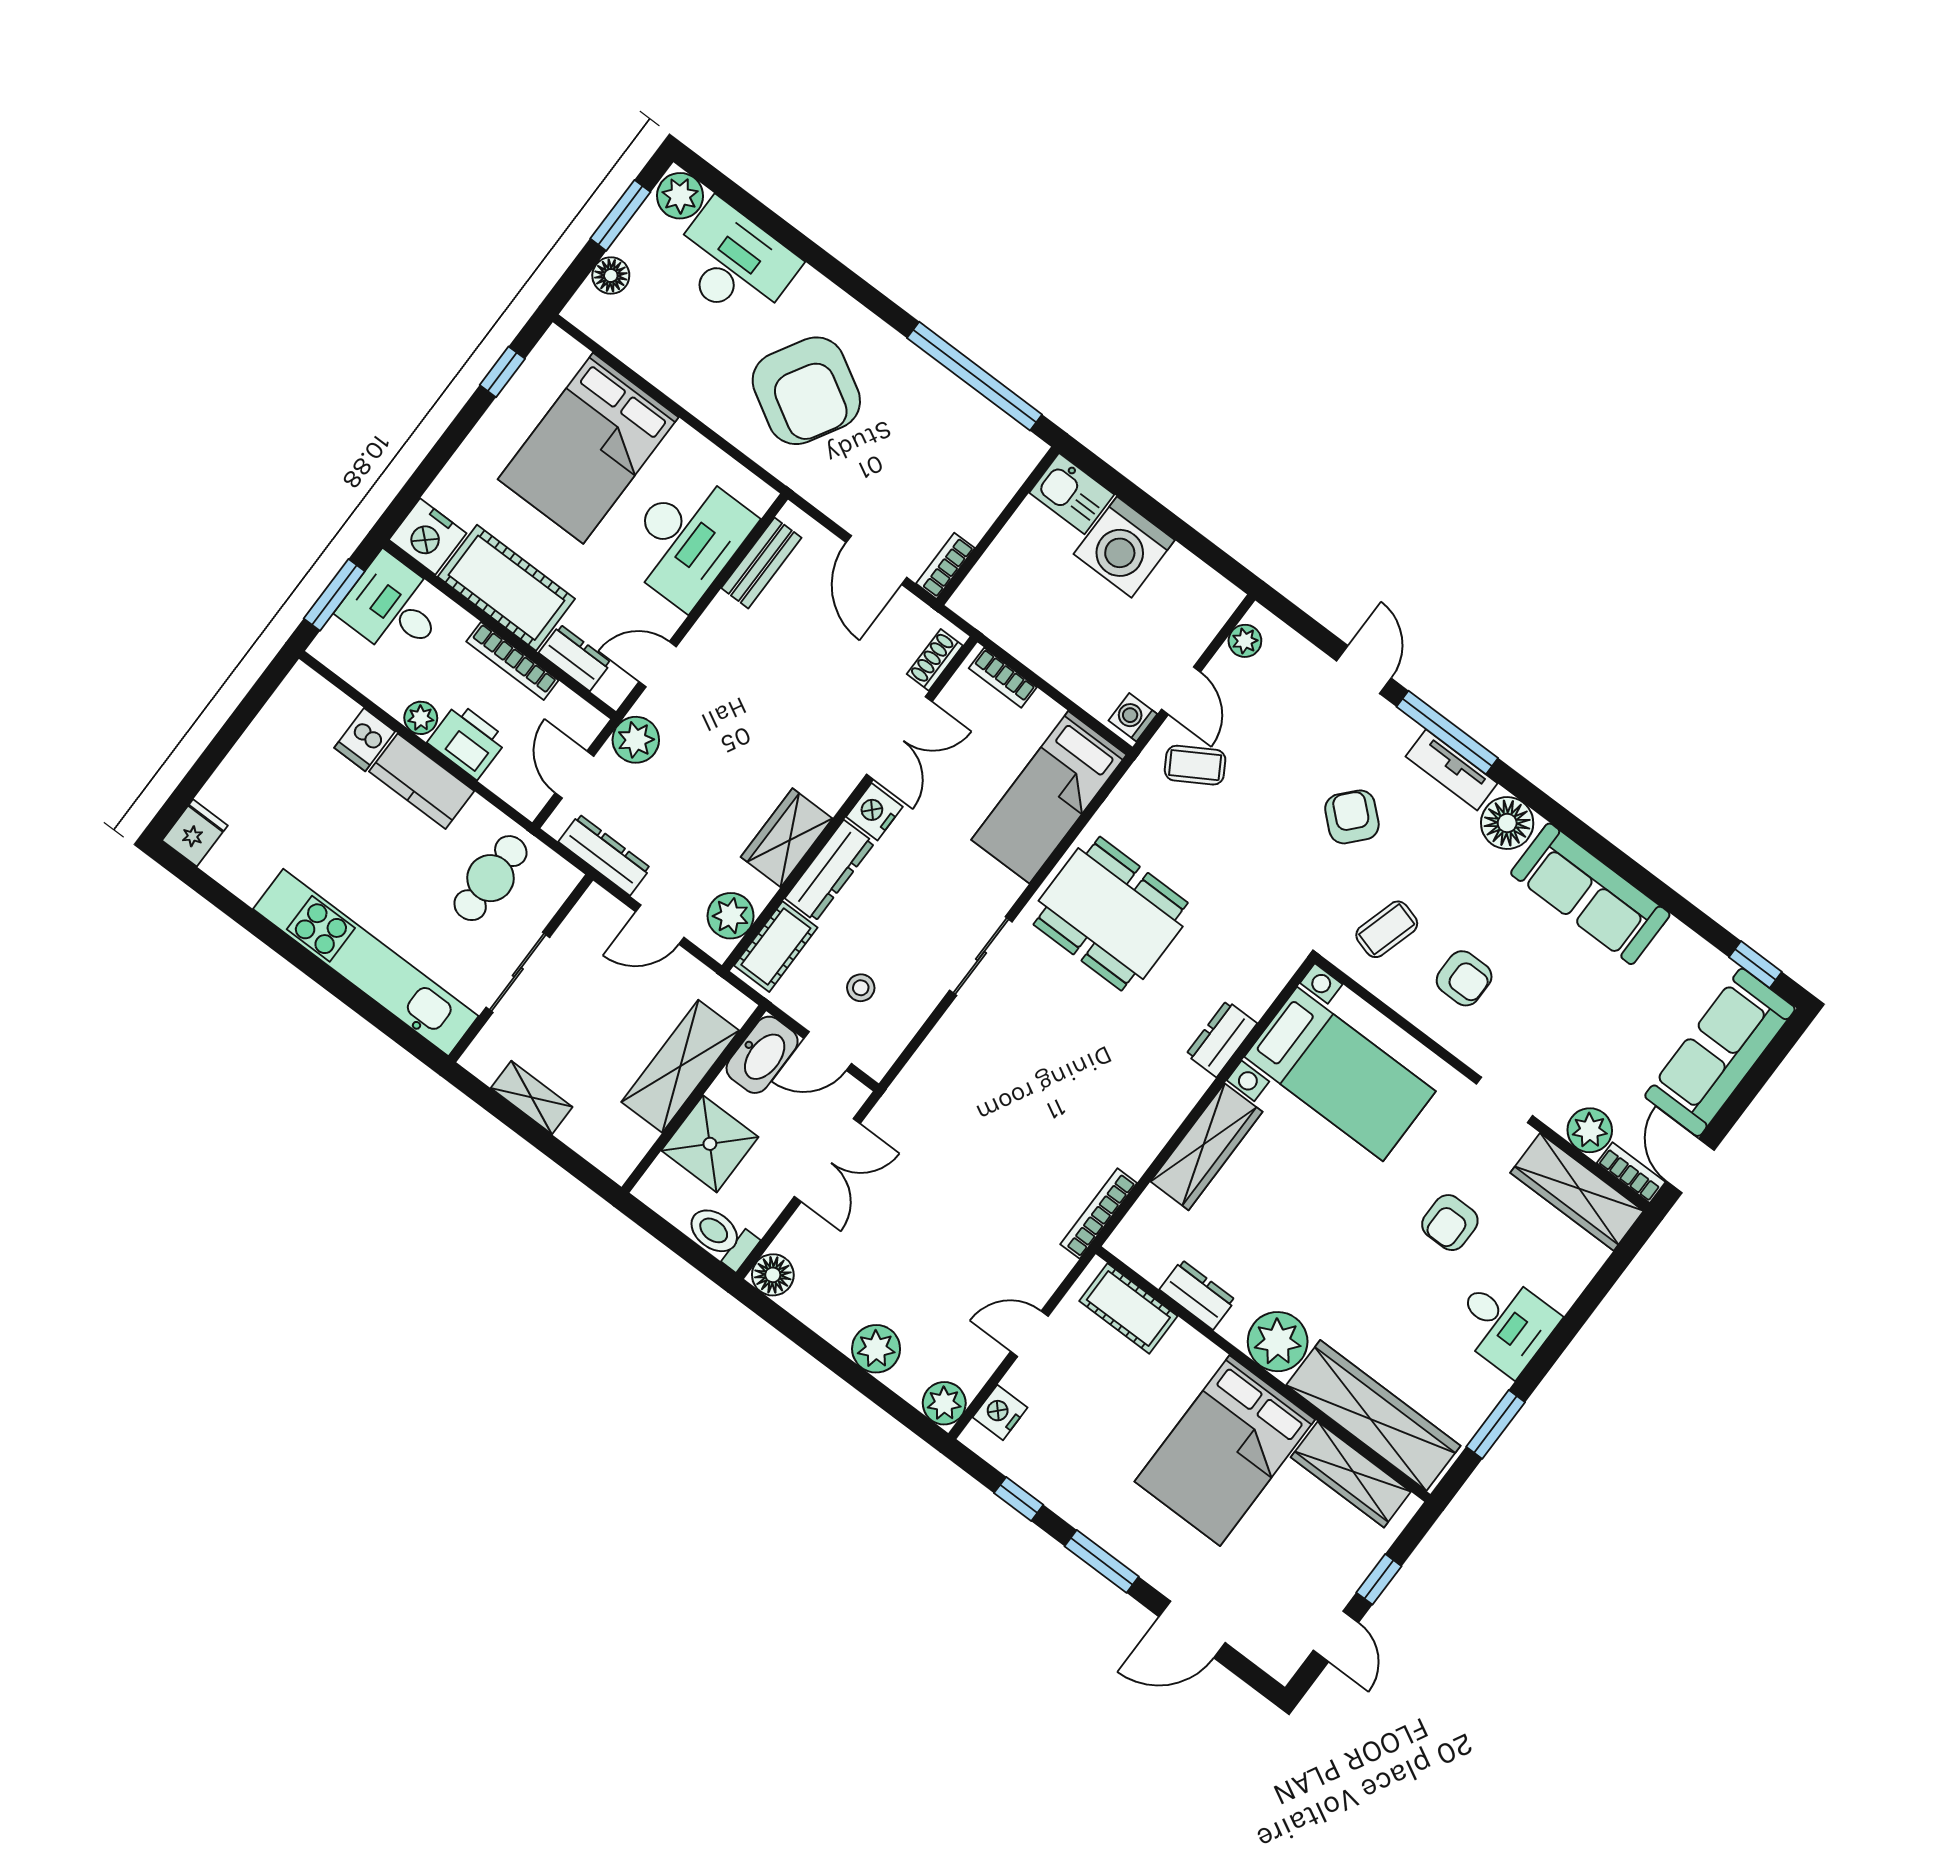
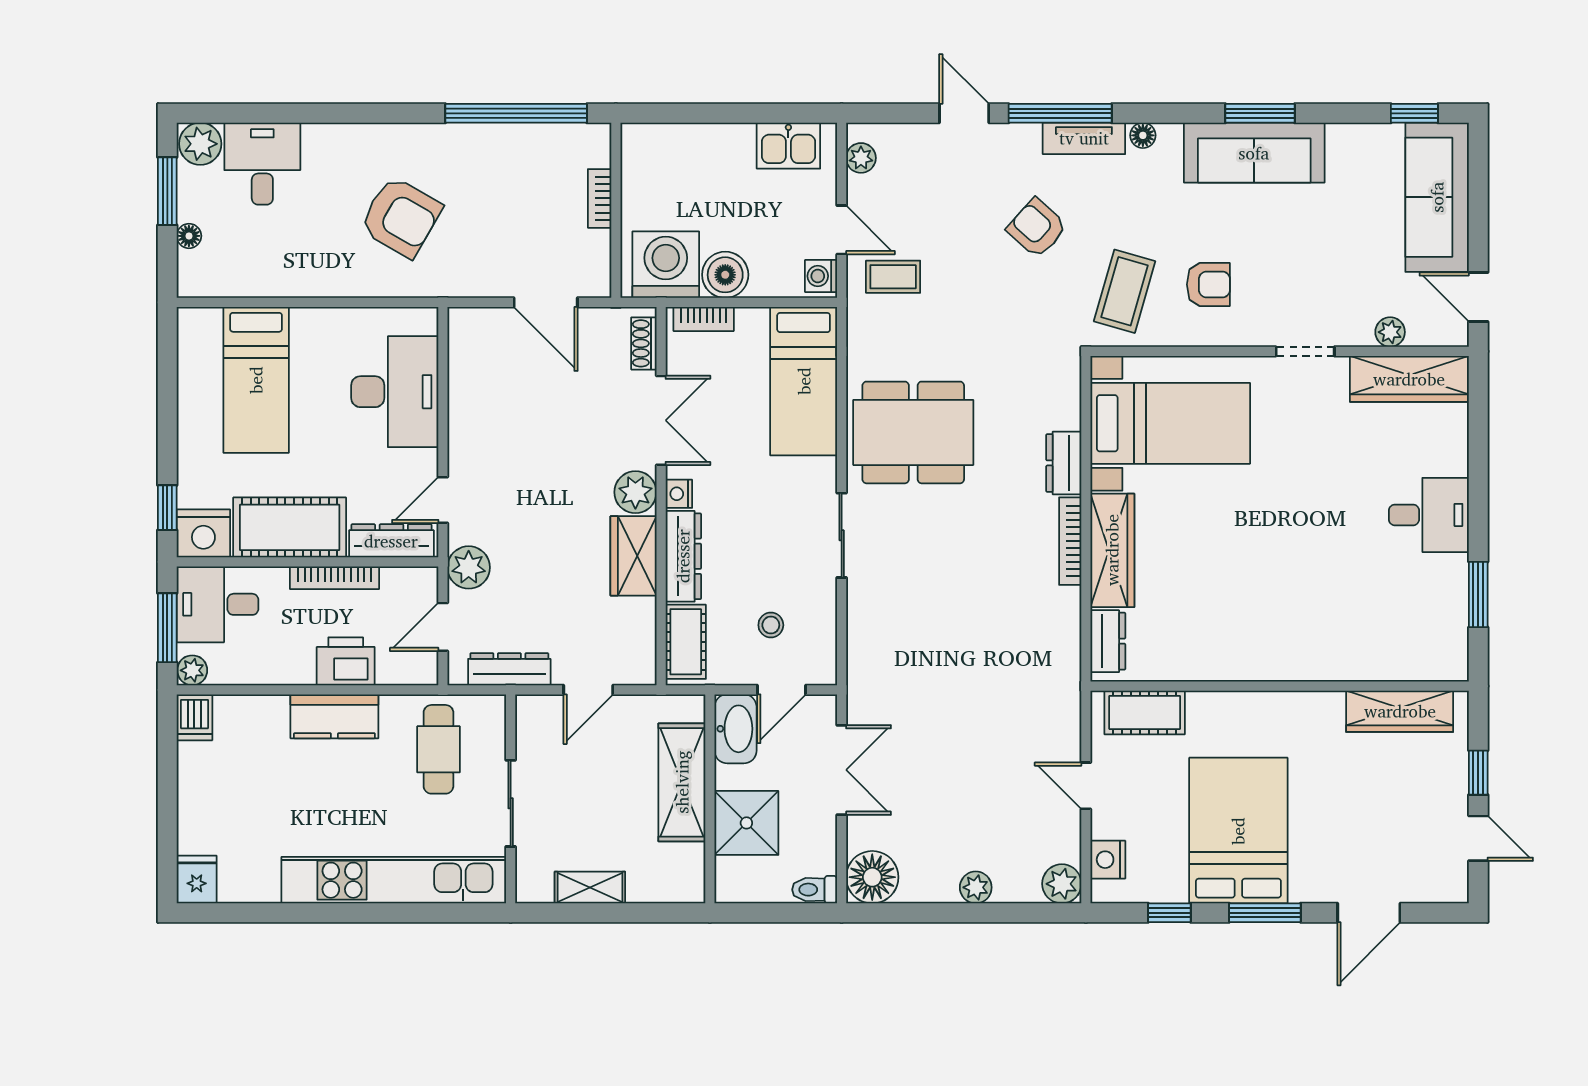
desk: (733, 263) -> (262, 164), width x0.73
floor lamp: (611, 275) -> (189, 236), width x0.73, depth x0.73
window: (502, 372) -> (167, 508), moved
armchair: (806, 391) -> (401, 217), width x0.73, depth x0.73
bed: (588, 448) -> (256, 380), width x0.67
kitchen sink: (1072, 494) -> (788, 146), moved
washing machine: (1124, 547) -> (666, 265), moved, turned 180
bench: (761, 563) -> (463, 368), removed
bookcase: (945, 566) -> (600, 198), moved
boiler: (1050, 653) -> (725, 275), added
dresser: (575, 658) -> (391, 541), width x1.44
plant: (421, 718) -> (192, 670), moved
dishwasher: (365, 740) -> (194, 717), moved
coffee table: (1195, 765) -> (893, 277), turned 31
door: (574, 775) -> (443, 627), hinge flipped
nightstand: (874, 812) -> (679, 494), width x0.72, depth x0.74
floor lamp: (1507, 823) -> (1143, 135), width x0.53, depth x0.53
window: (1621, 863) -> (1260, 113), added
plant: (731, 916) -> (635, 492), moved
coffee table: (1387, 929) -> (1125, 291), width x1.36, depth x1.30
plant: (1590, 1130) -> (1390, 332), width x0.73, depth x0.73
bookcase: (1631, 1173) -> (1438, 335), removed
bookcase: (1099, 1214) -> (1070, 541), moved
armchair: (1450, 1223) -> (1333, 472), removed
toilet: (721, 1236) -> (815, 890), width x0.73, depth x0.72
floor lamp: (773, 1275) -> (872, 877), width x1.38, depth x1.38
dresser: (1197, 1295) -> (1108, 641), moved, turned 90
door: (1029, 1334) -> (1086, 786), hinge flipped
plant: (1278, 1342) -> (1272, 654), removed
plant: (876, 1349) -> (976, 887), width x0.73, depth x0.73
wardrobe: (1373, 1415) -> (1383, 655), removed
bed: (1225, 1451) -> (1238, 831), moved, turned 180

